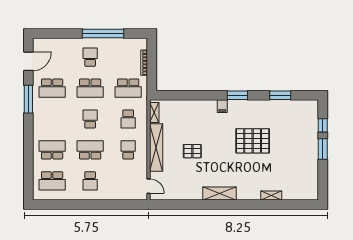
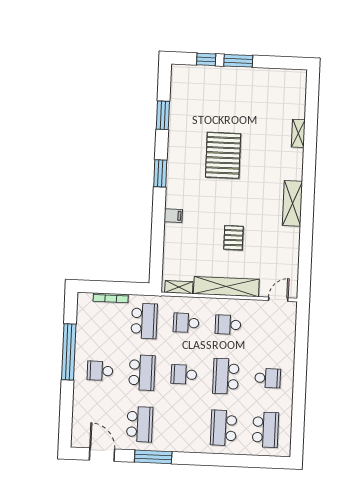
filing cabinet: (222, 106) -> (173, 216), moved
school desk: (128, 119) -> (186, 323), turned 180

